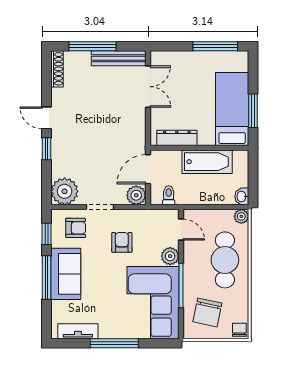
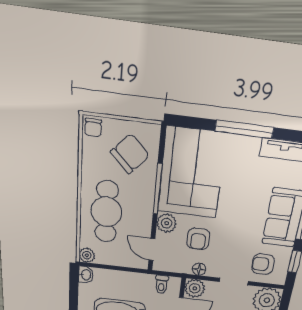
floor lamp: (135, 215) -> (199, 269), added
armchair: (122, 242) -> (198, 239), moved
chair: (207, 312) -> (130, 154), turned 32

